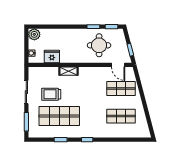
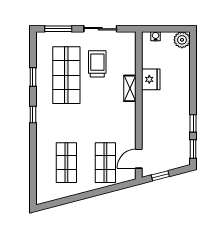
round table: (99, 45) -> (167, 131), removed
fridge: (52, 56) -> (151, 79), moved

